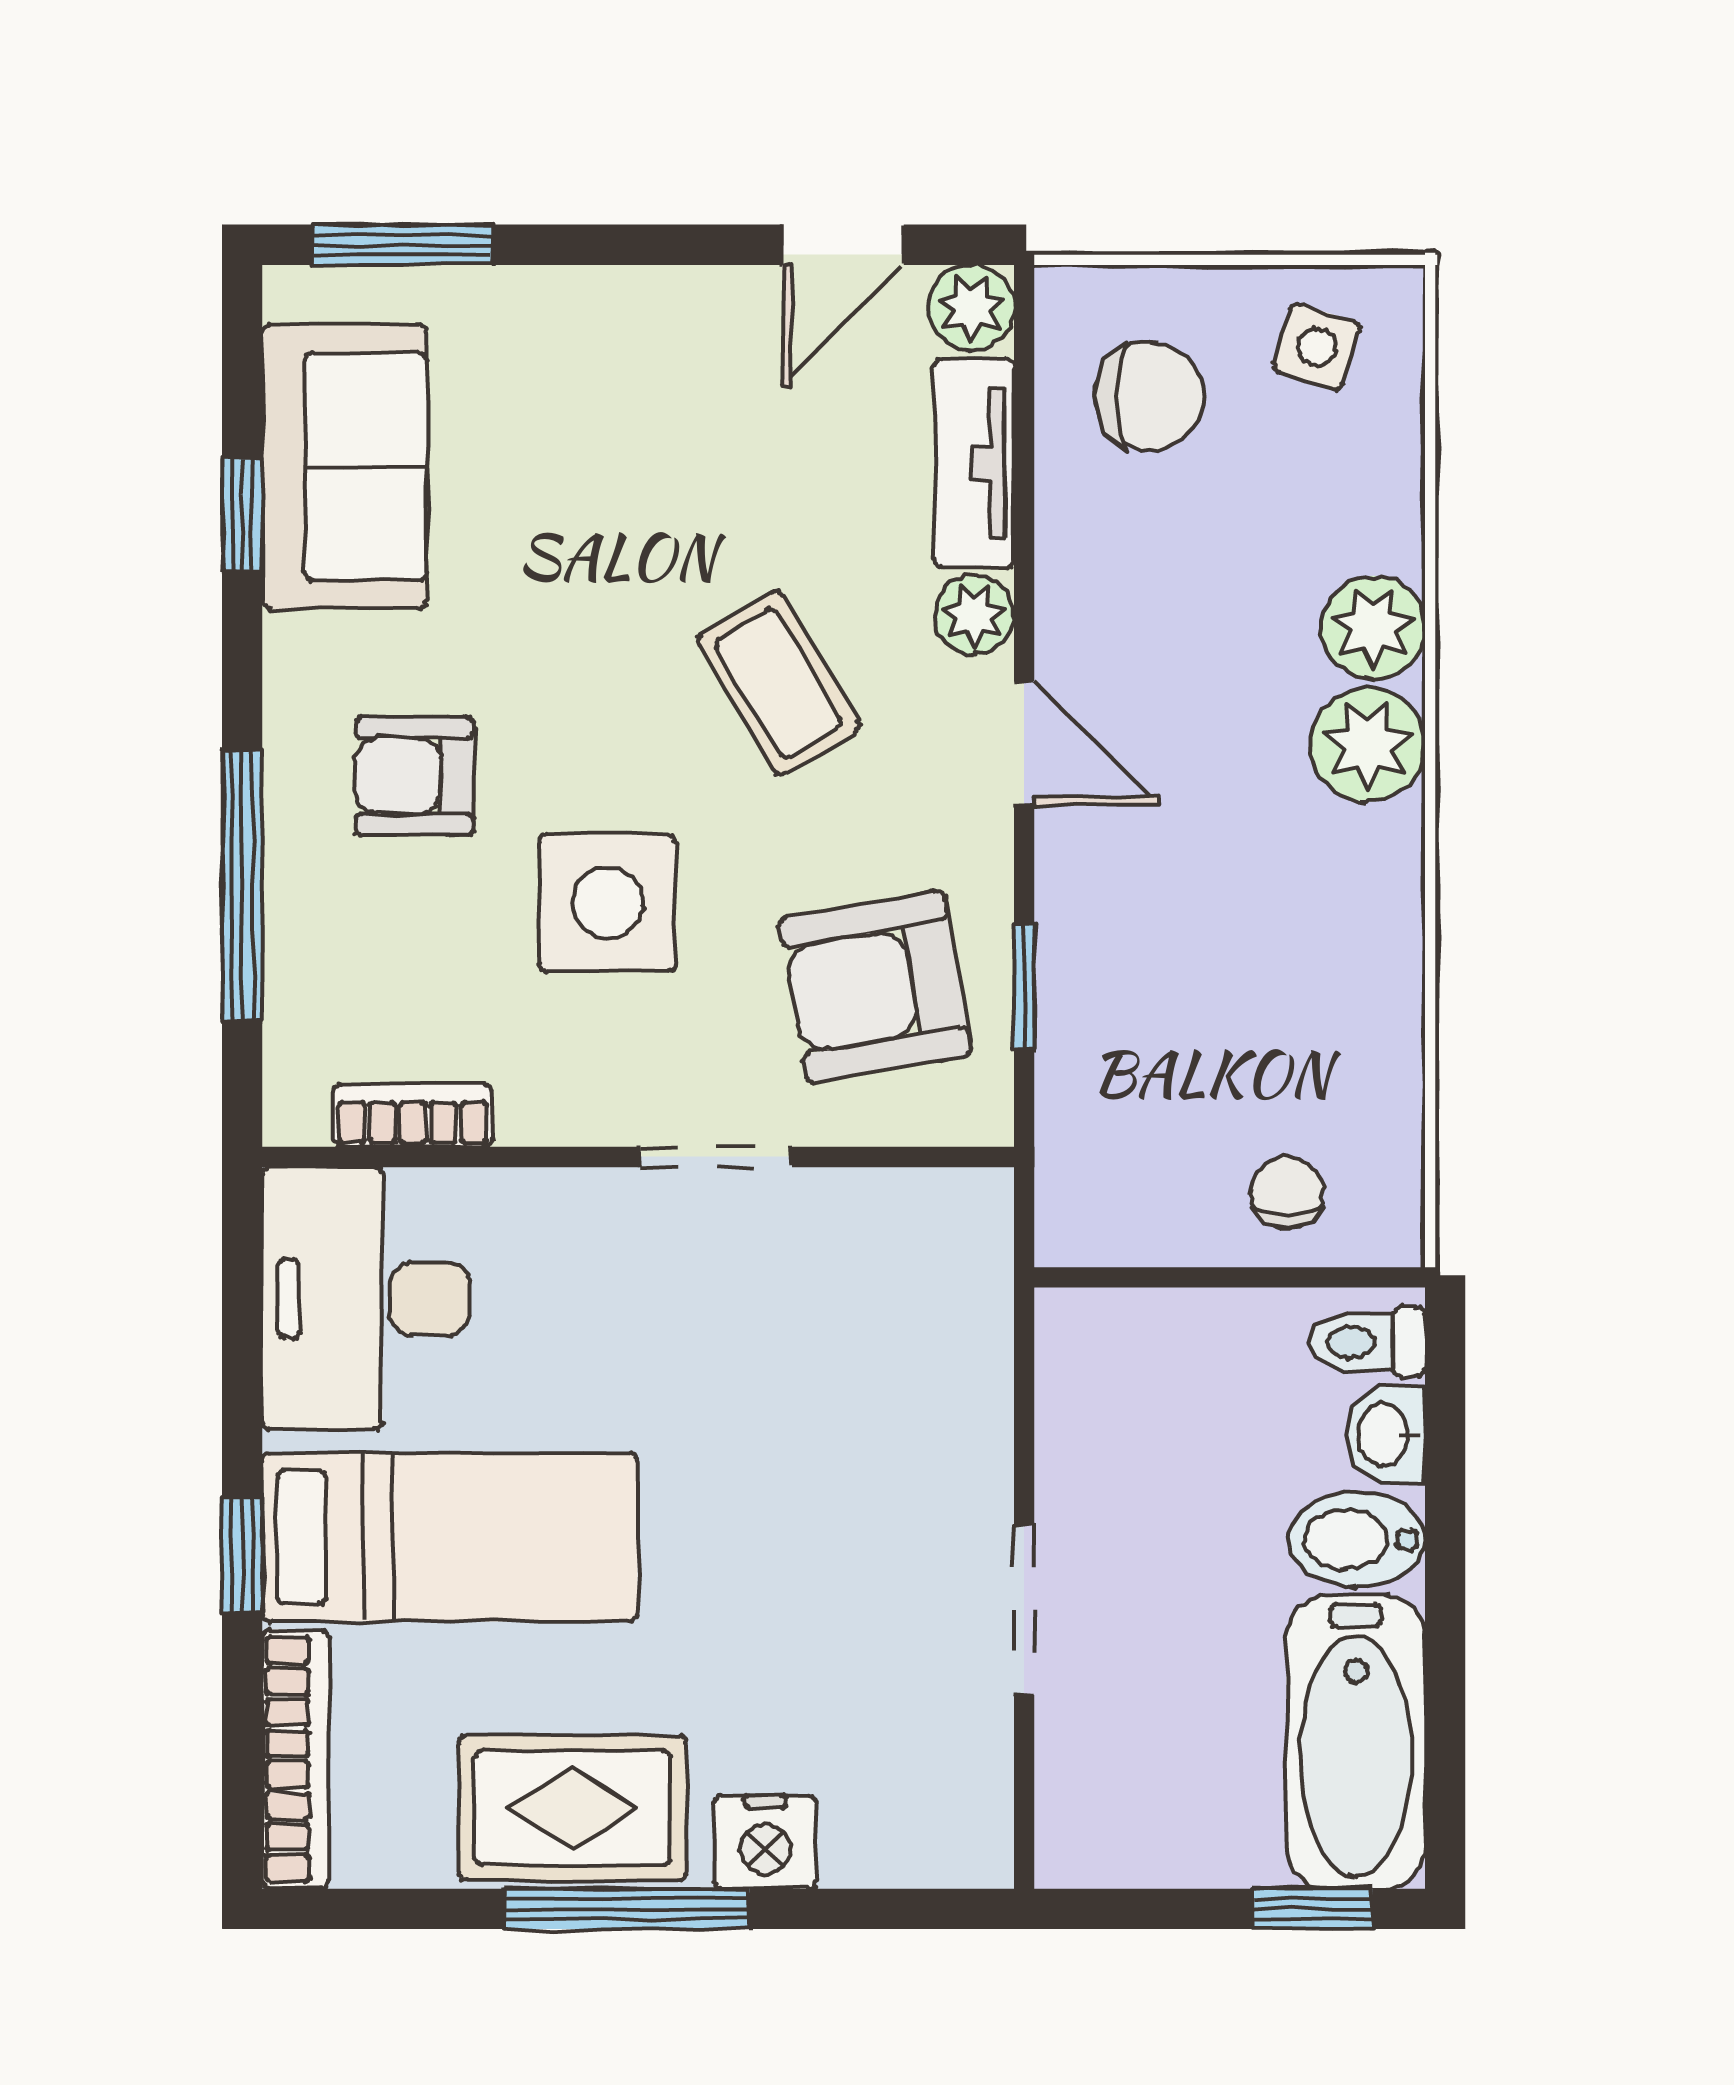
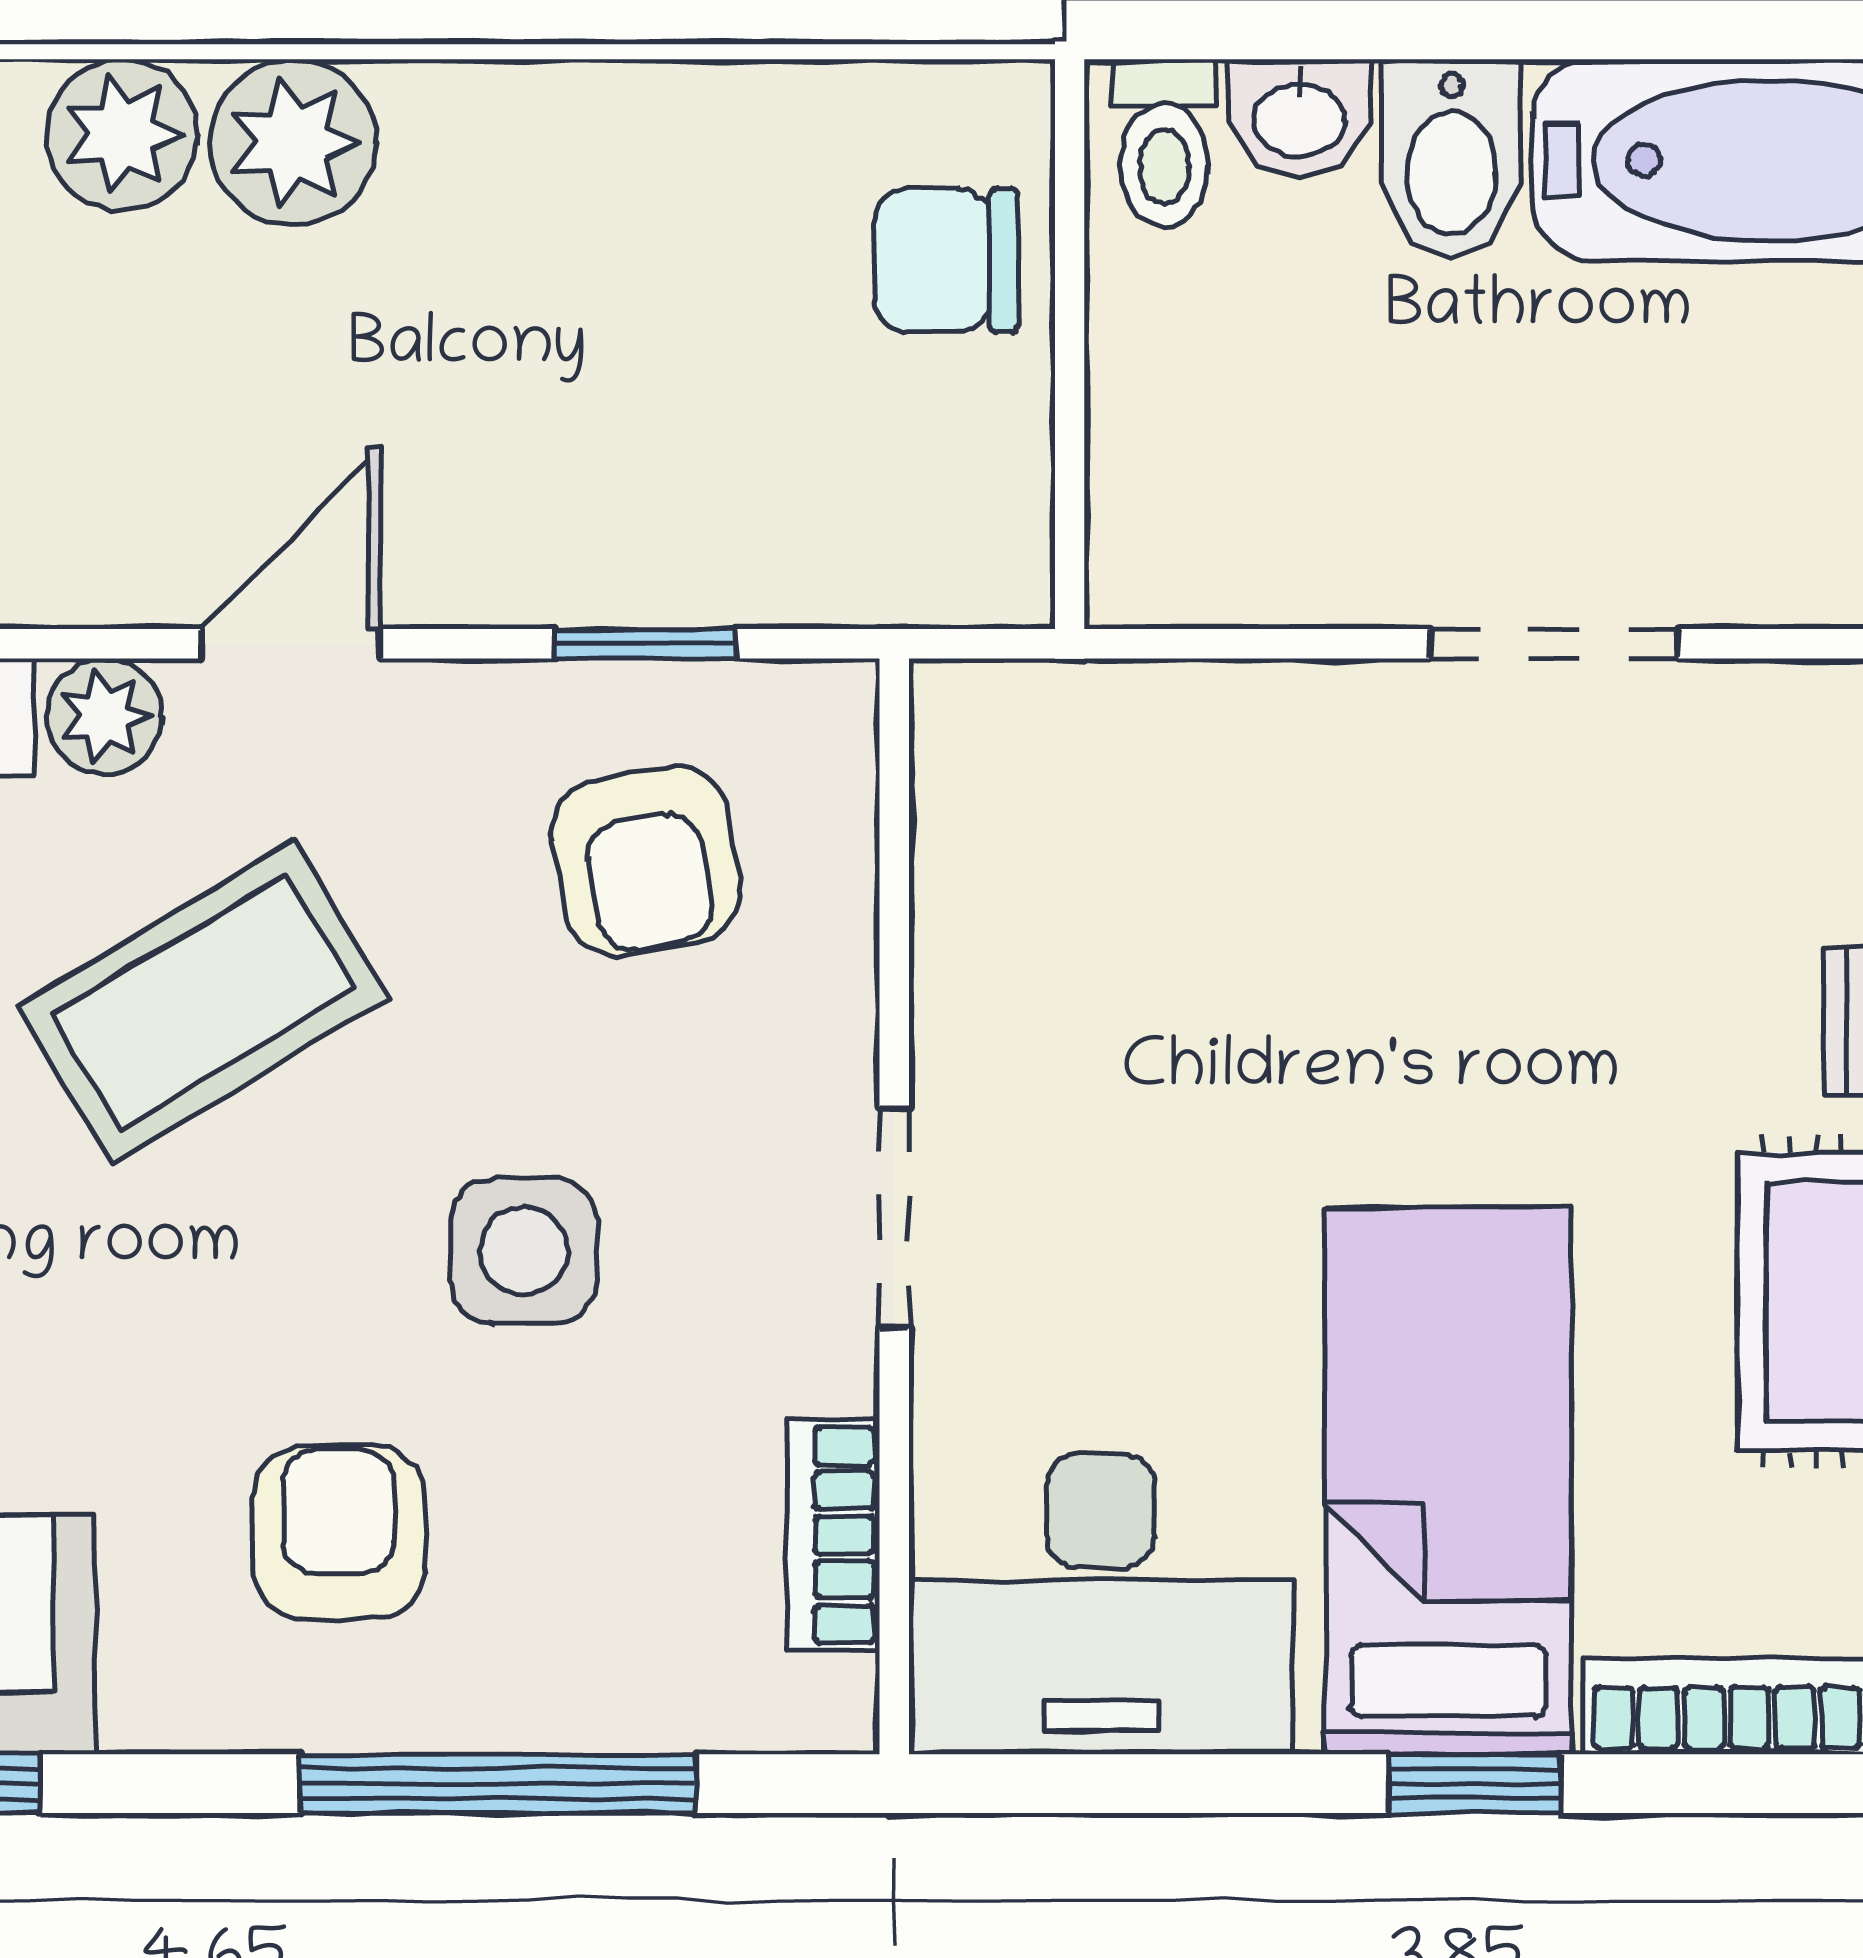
coffee table: (778, 683) -> (203, 1002), width x1.36, depth x1.30
armchair: (415, 776) -> (339, 1532), turned 180
side table: (608, 903) -> (524, 1251), width x0.73, depth x0.73
armchair: (875, 987) -> (646, 861), width x0.72, depth x0.72
doorway: (716, 1157) -> (894, 1218), moved
chair: (1287, 1193) -> (946, 260), width x1.37, depth x1.37

